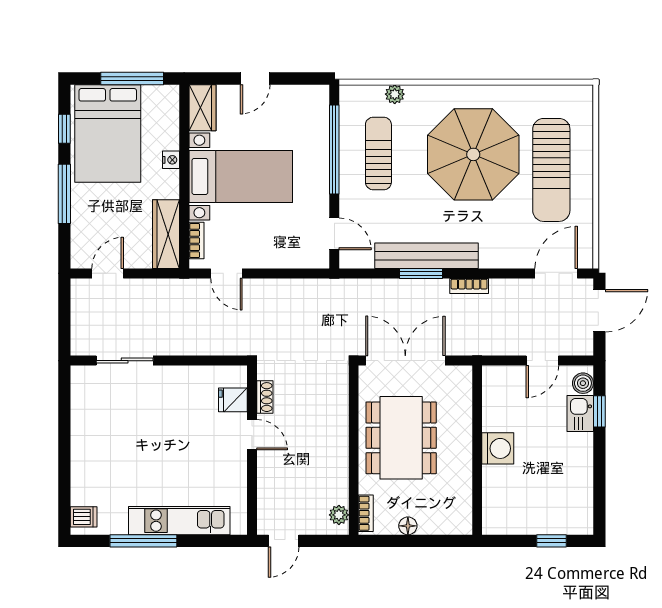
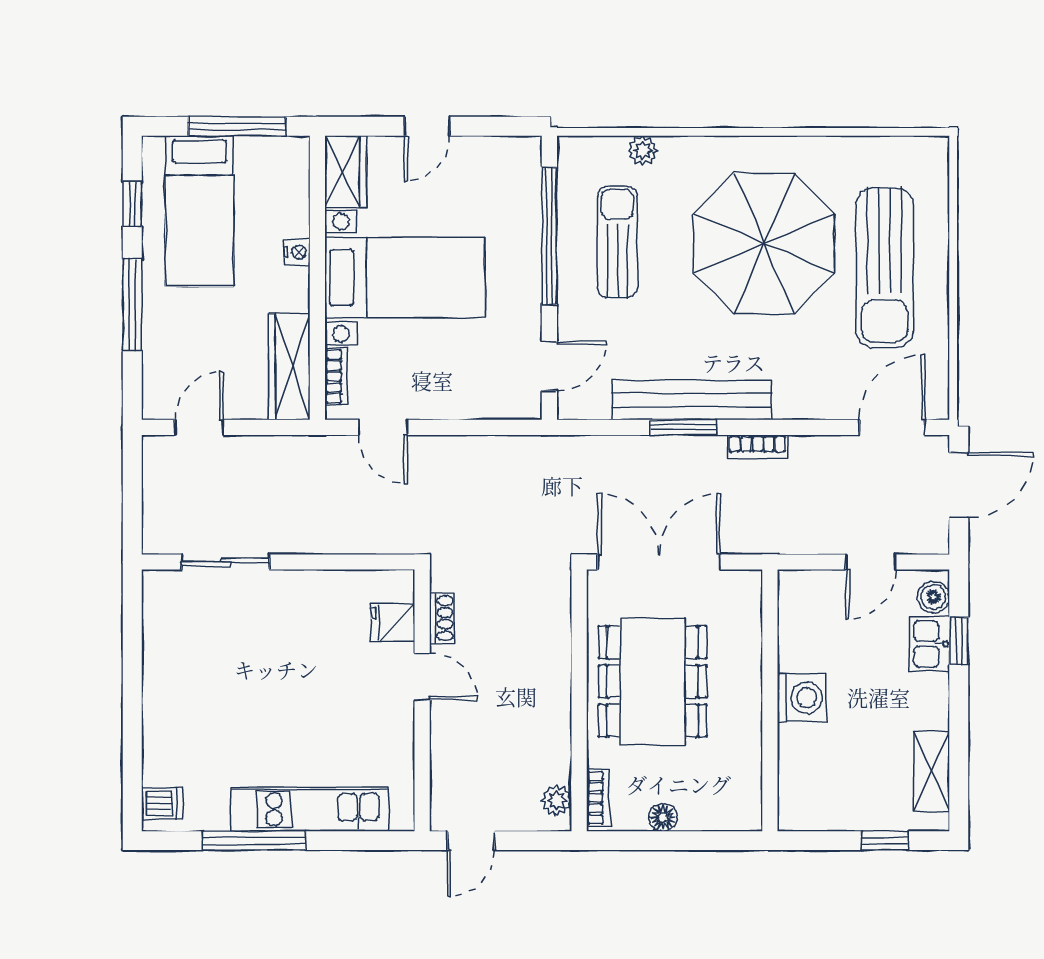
bed: (108, 133) -> (199, 211), width x0.67
door: (334, 234) -> (549, 366), hinge flipped
shelving: (582, 496) -> (931, 771), added

